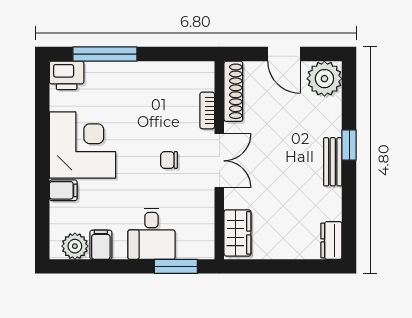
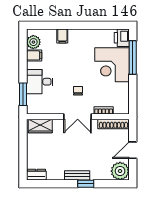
corner desk: (82, 145) -> (112, 65), moved, turned 90

